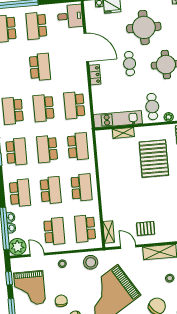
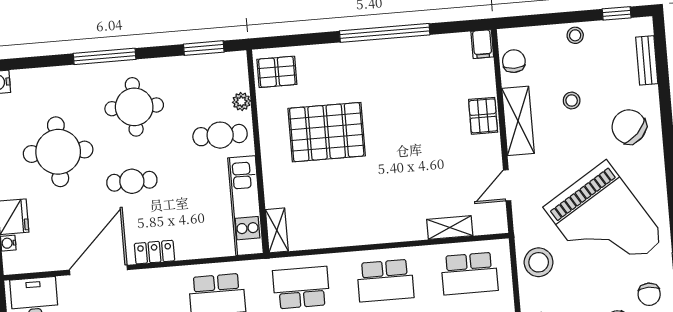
shelving: (123, 133) -> (277, 230), moved
school desk: (82, 187) -> (385, 281), turned 180
pallet: (146, 228) -> (483, 116), moved
shelving: (109, 232) -> (450, 228), moved

